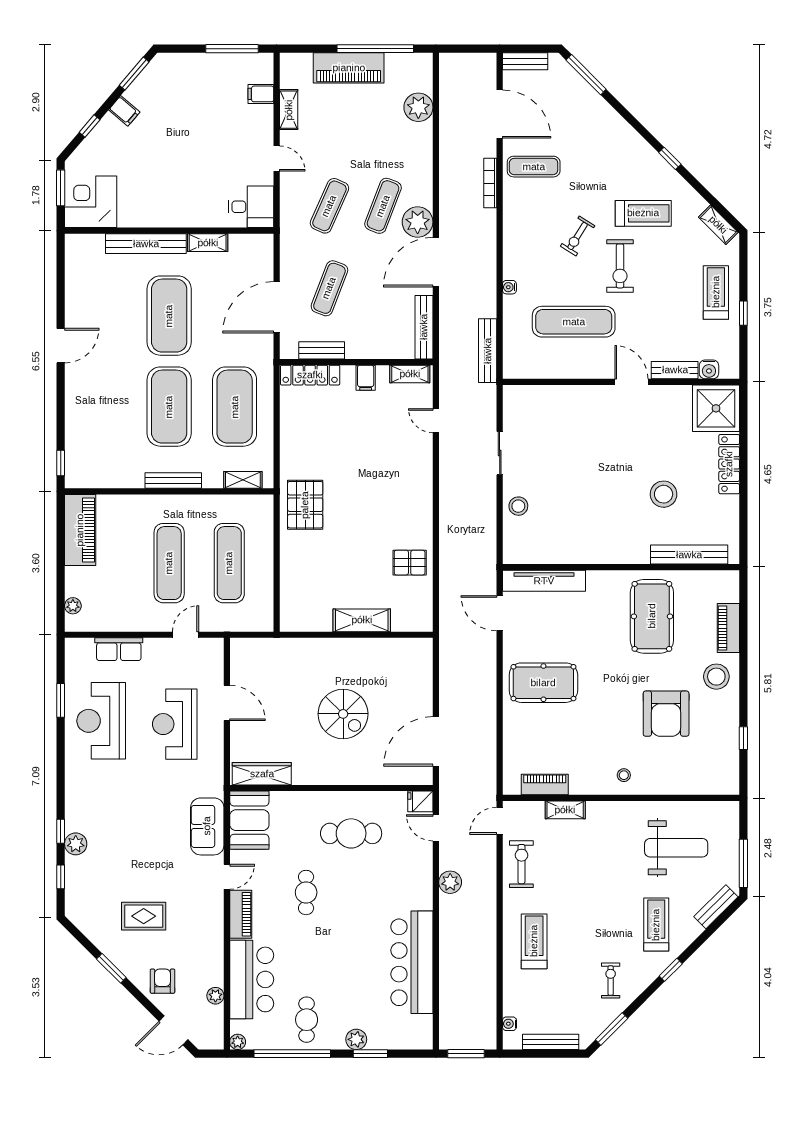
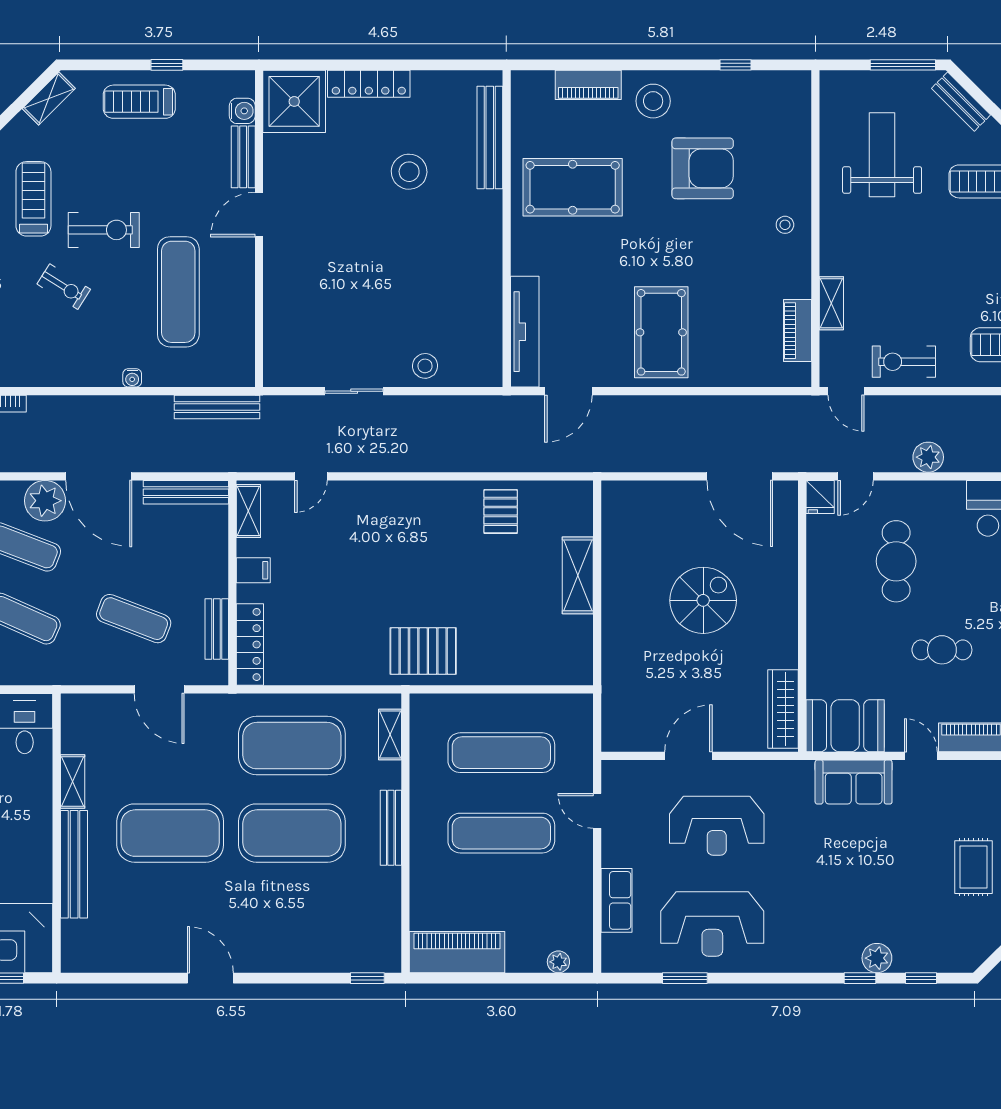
door: (277, 307) -> (159, 689), width x0.73
cafe table: (351, 833) -> (896, 561), moved

